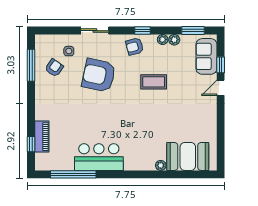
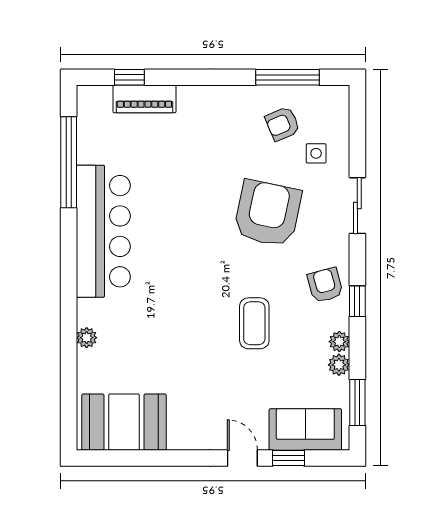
armchair: (54, 68) -> (282, 124), turned 122
booth: (188, 156) -> (124, 422), moved, turned 90
bar counter: (99, 157) -> (103, 231), width x1.36

